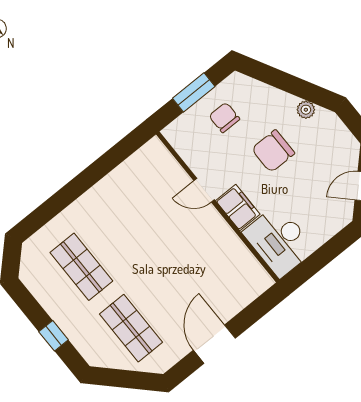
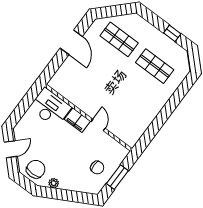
chair: (273, 151) -> (36, 169), moved
door: (204, 190) -> (98, 125), hinge flipped
window: (54, 336) -> (172, 33), moved

